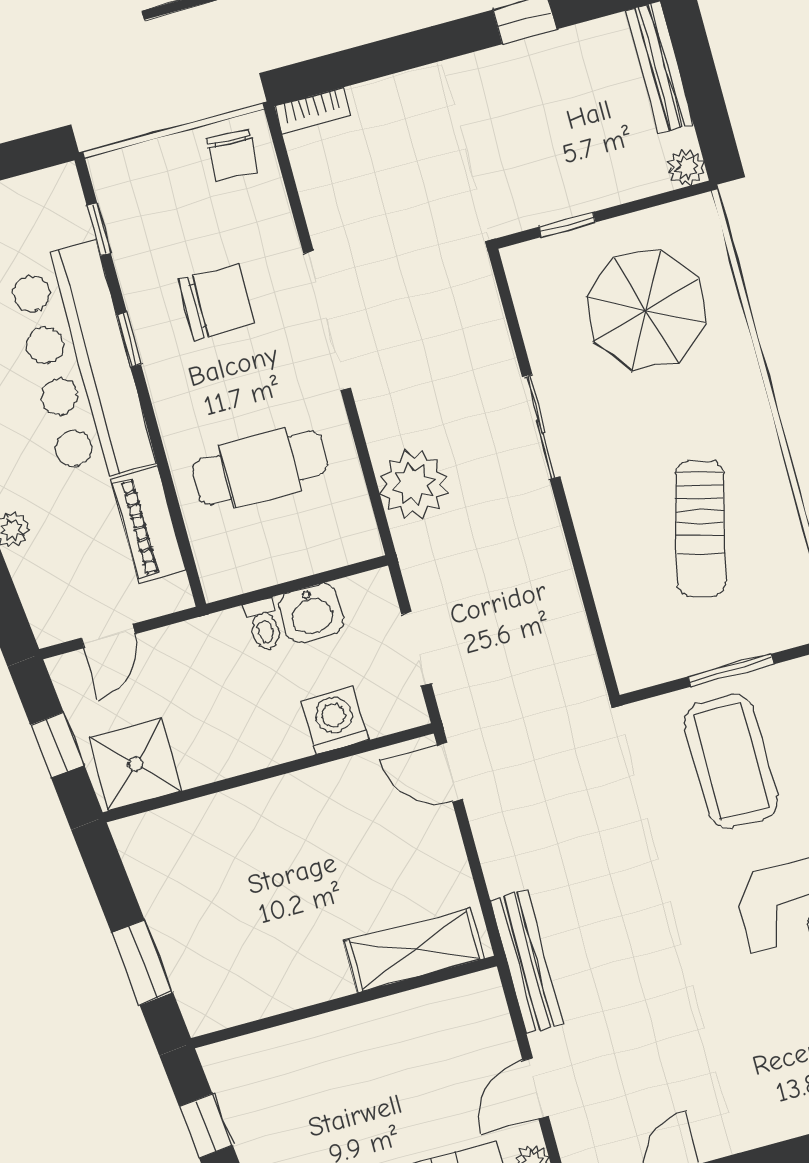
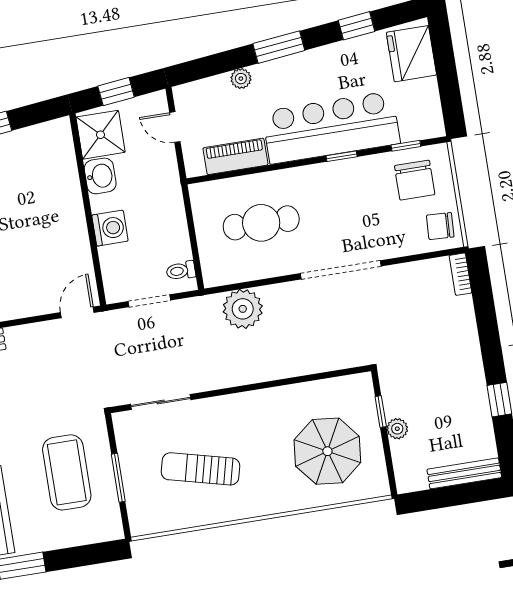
plant: (686, 167) -> (397, 429), moved
chair: (216, 302) -> (415, 180), moved
sliding door: (541, 427) -> (161, 402), moved
cafe table: (260, 468) -> (261, 223), turned 90
washbasin: (311, 613) -> (100, 176), moved, turned 180
toilet: (264, 625) -> (181, 271), moved
washing machine: (335, 720) -> (110, 228), moved
coffee table: (731, 761) -> (67, 472), turned 90

